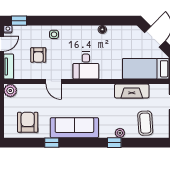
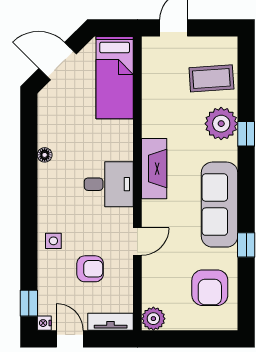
fireplace: (132, 91) -> (154, 169), moved
armchair: (28, 122) -> (210, 288), turned -90
plant: (120, 133) -> (221, 124), width x1.88, depth x1.88

